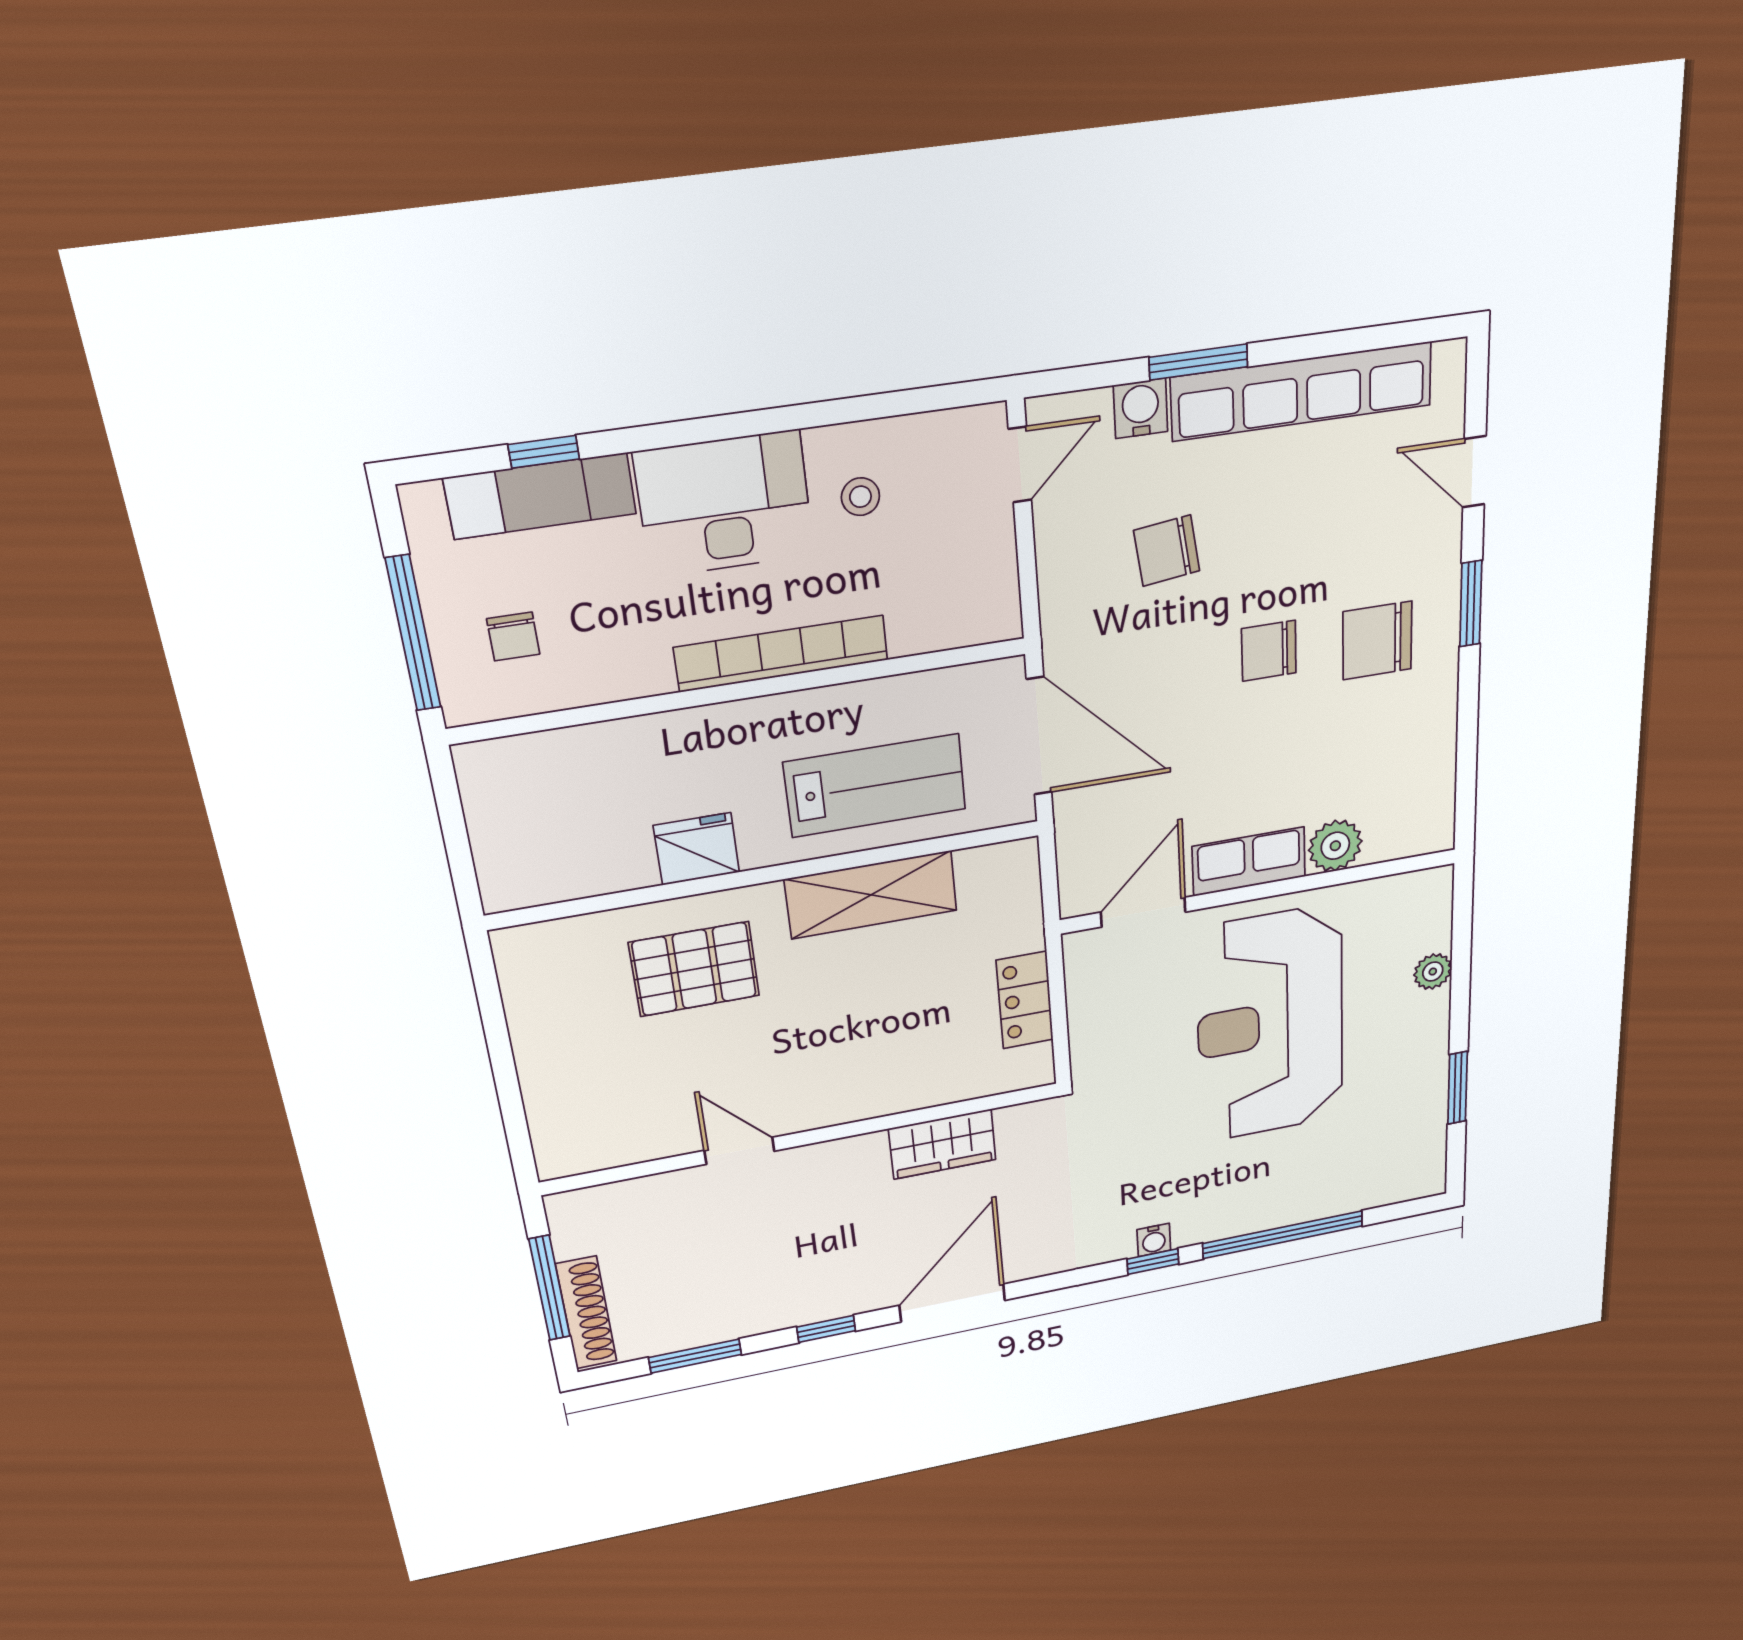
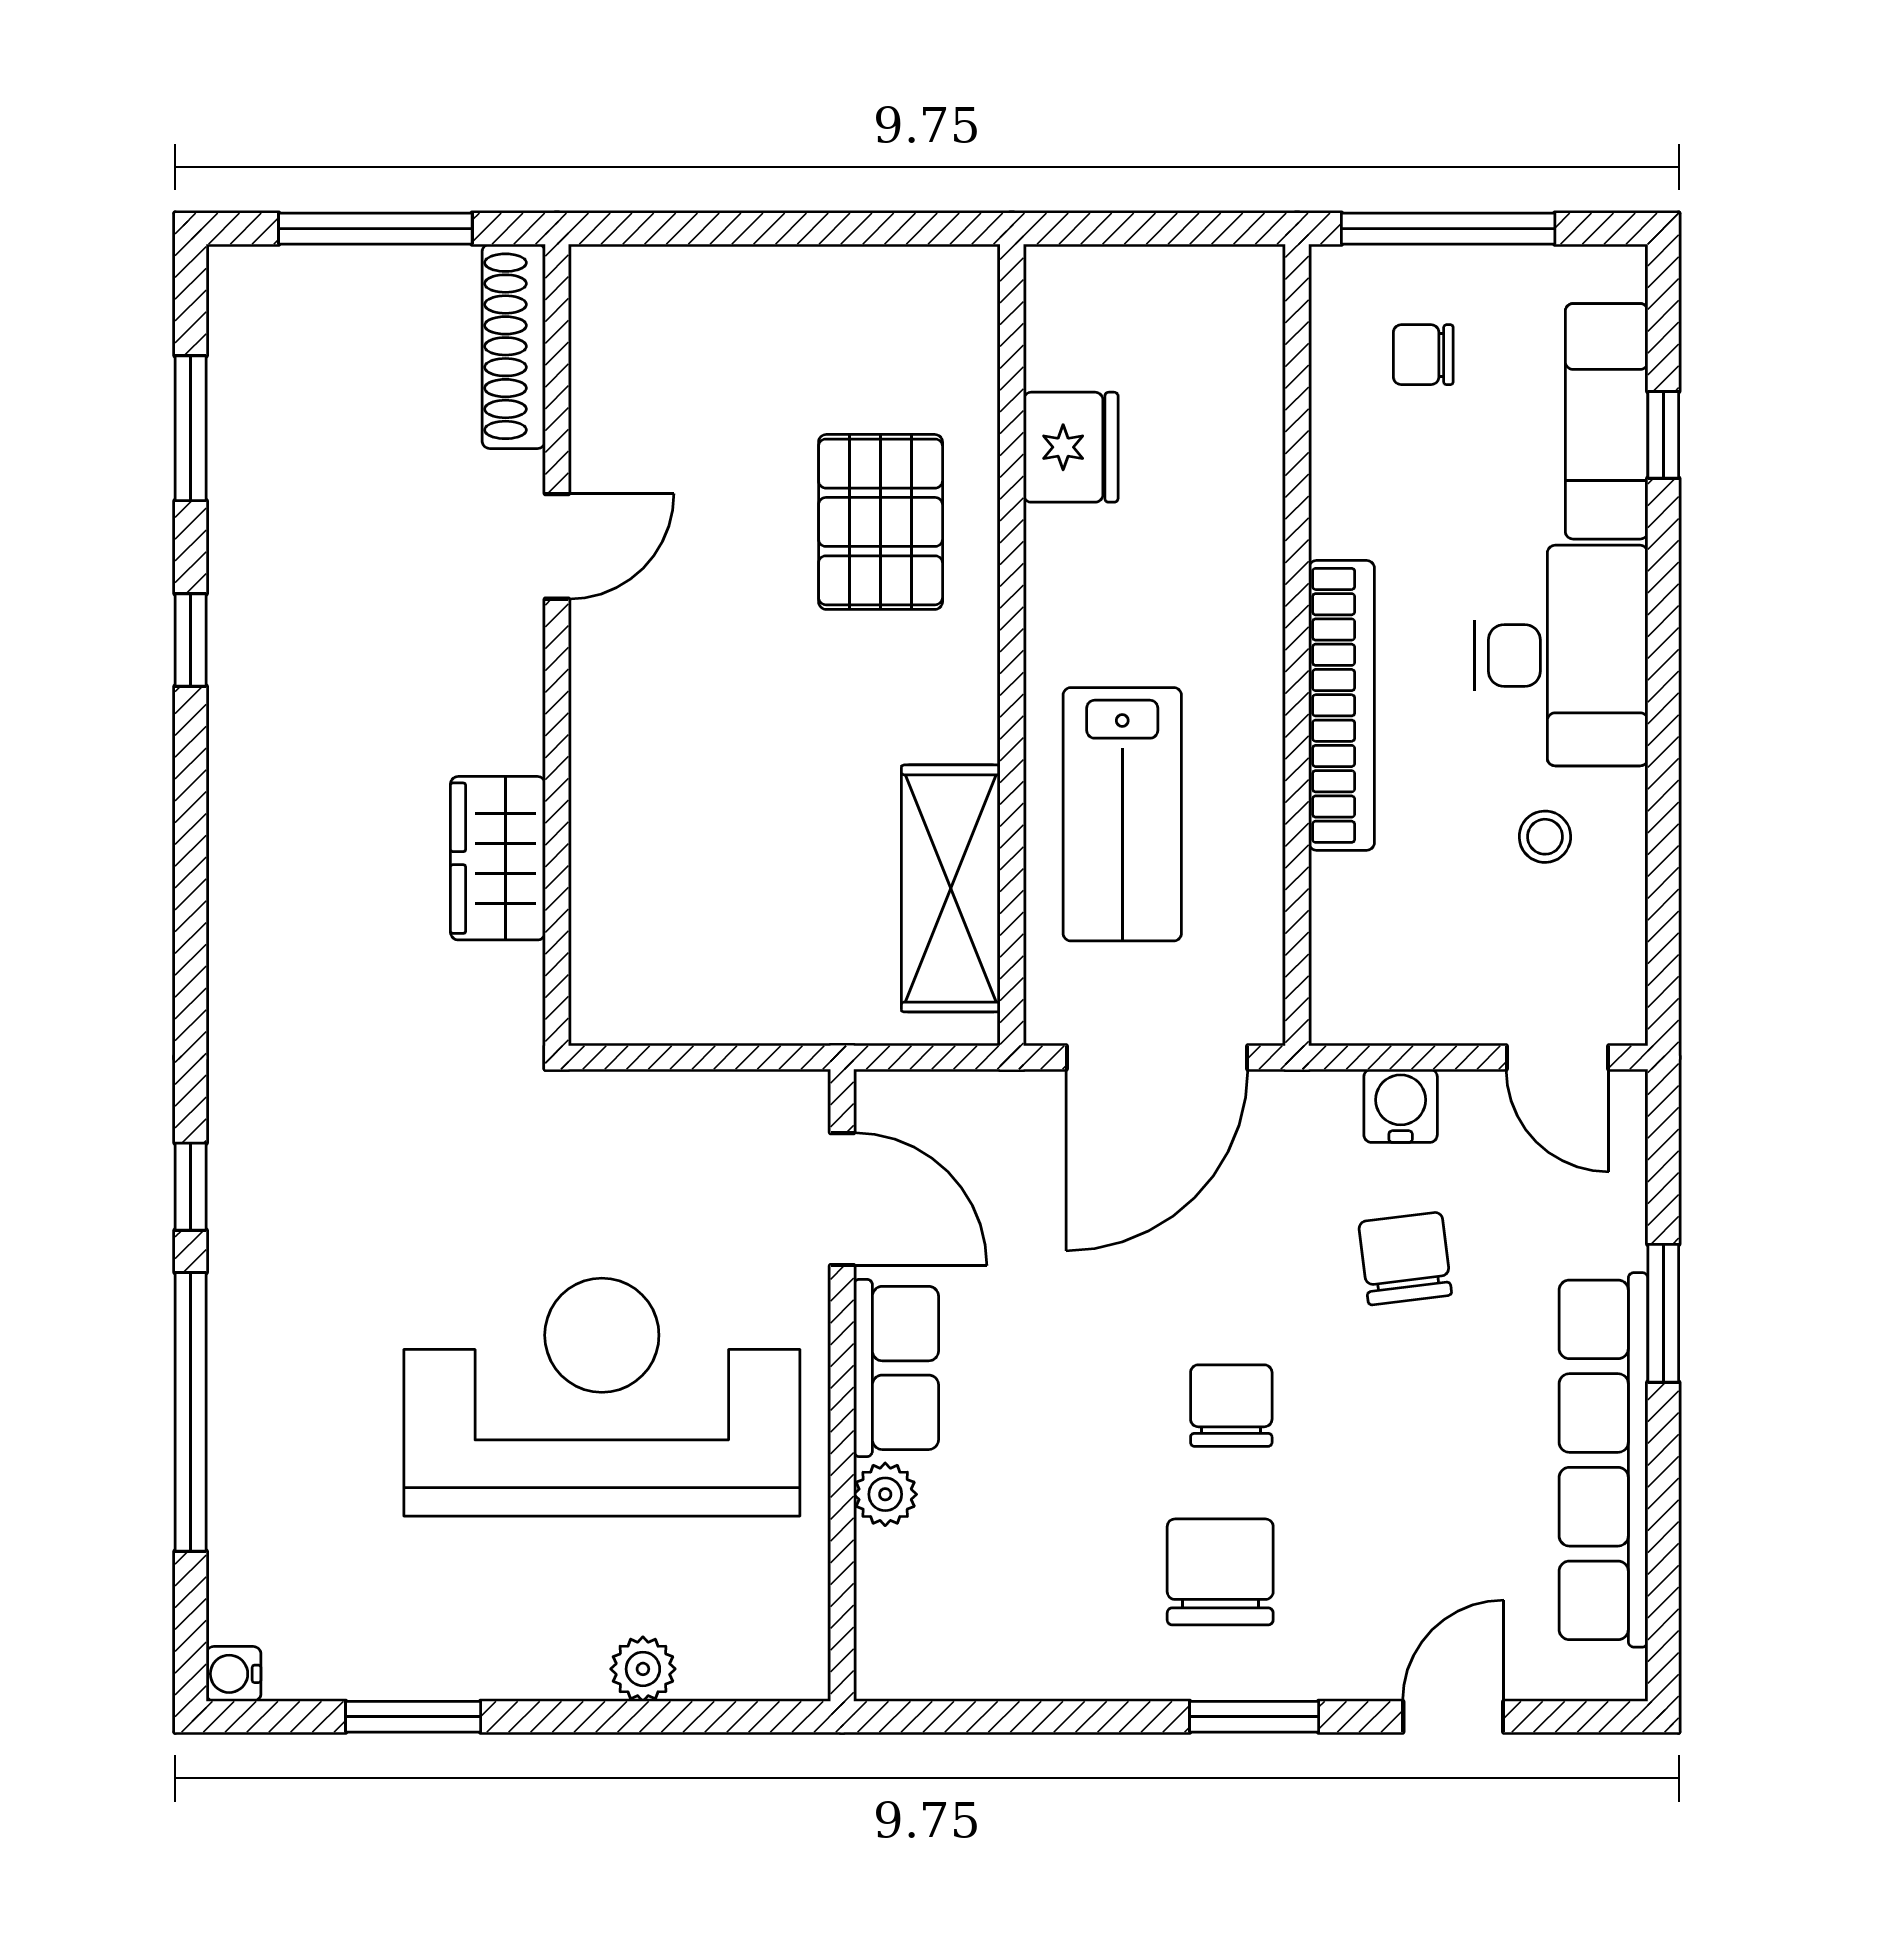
water cooler: (1141, 408) -> (1401, 1106), moved, turned -90
plant: (1335, 846) -> (885, 1494), width x0.73, depth x0.73
fridge: (697, 849) -> (1071, 447), moved
shelving: (871, 895) -> (951, 888), moved
locker: (1025, 1000) -> (728, 1006), removed
water cooler: (1154, 1240) -> (233, 1674), moved
door: (952, 1303) -> (191, 848), removed
shoe rack: (586, 1313) -> (514, 346), moved, turned 90

